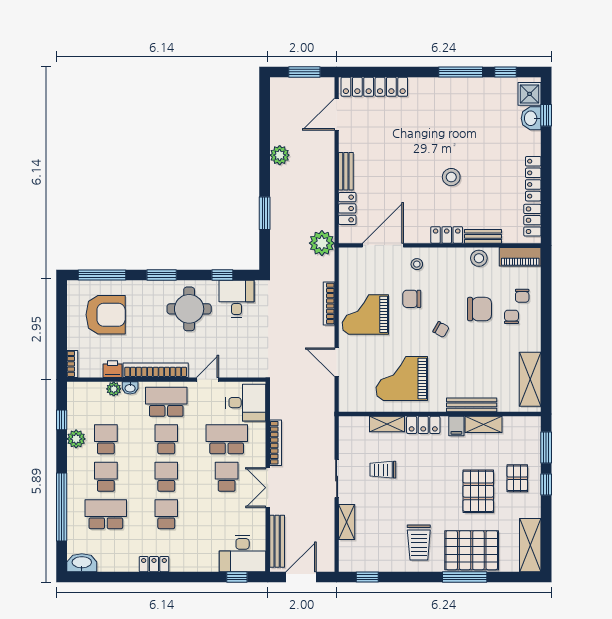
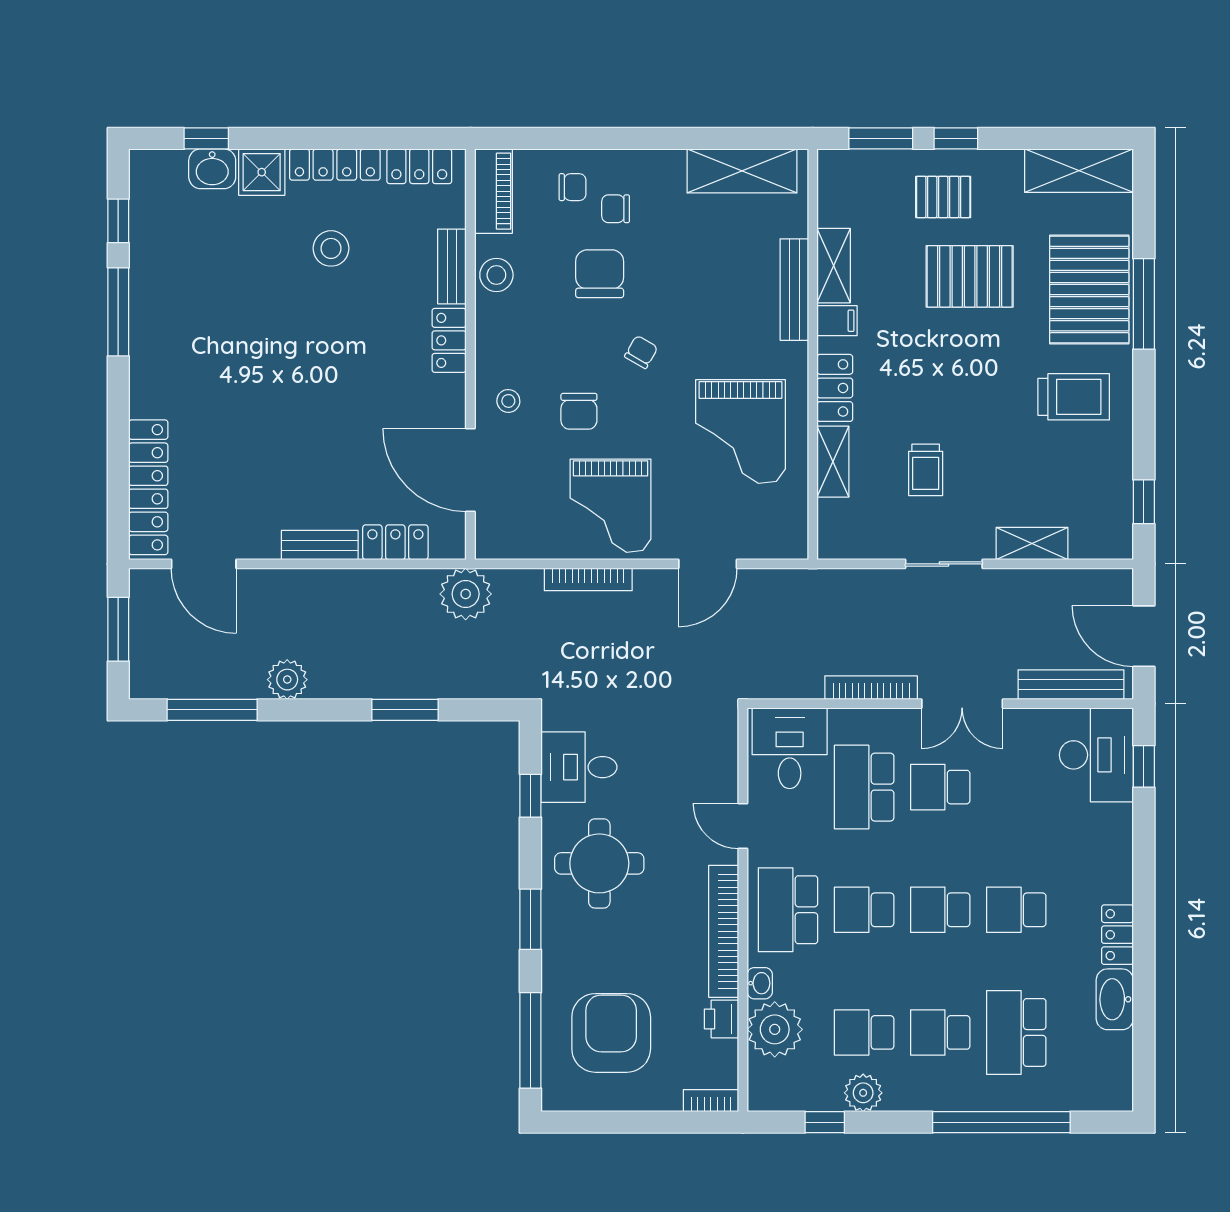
shower: (530, 94) -> (262, 172), moved
window: (265, 118) -> (212, 710), added
stool: (451, 177) -> (331, 248), moved
plant: (114, 389) -> (775, 1029), width x1.88, depth x1.88
washbasin: (82, 563) -> (1115, 999), moved

